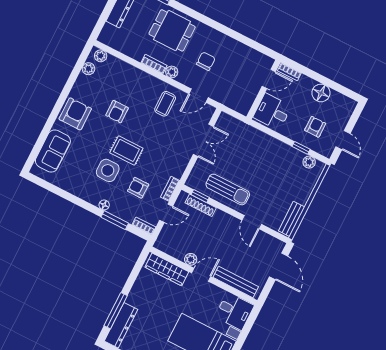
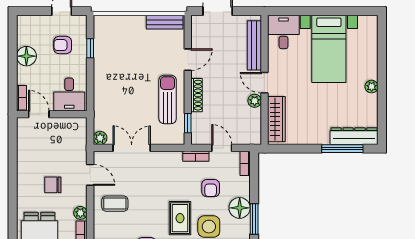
plant: (309, 162) -> (100, 138), moved
floor lamp: (104, 205) -> (240, 208), width x1.89, depth x1.89
shoe rack: (201, 205) -> (197, 95), moved
window: (115, 220) -> (254, 219), moved

